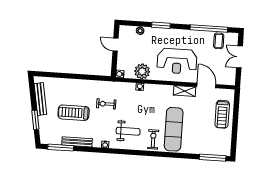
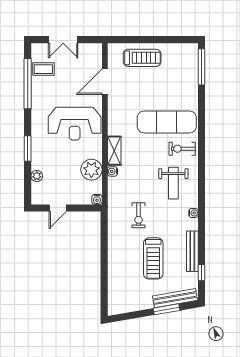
reception desk: (177, 61) -> (75, 124), turned 90
shelving: (185, 91) -> (114, 151), moved
bench: (40, 99) -> (175, 298), moved
weight bench: (128, 131) -> (173, 183), turned 180
window: (61, 148) -> (201, 273), width x0.46

